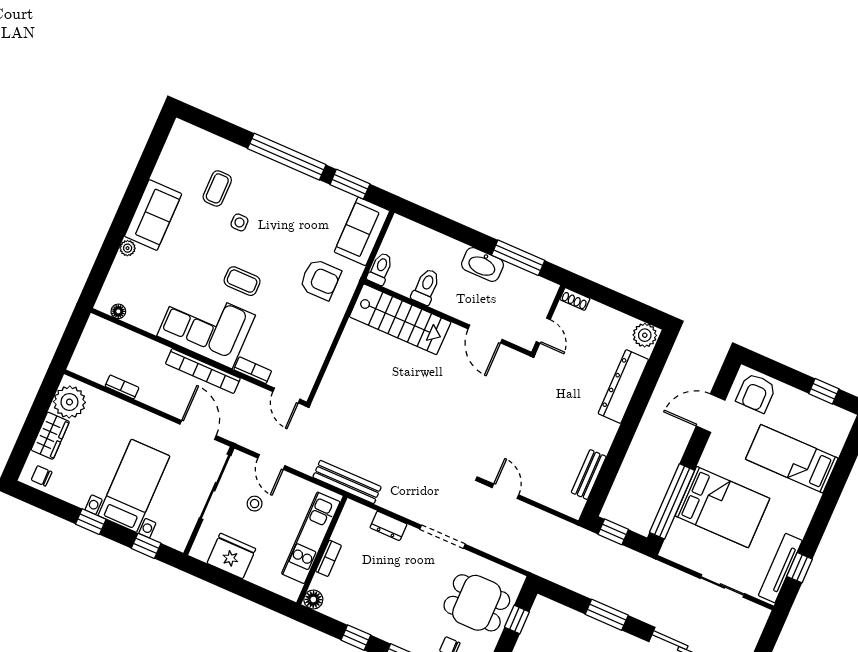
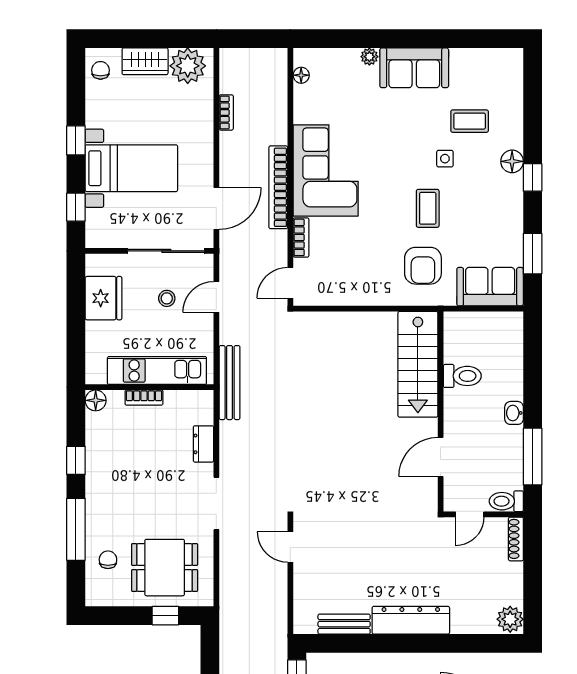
window: (287, 157) -> (533, 177), width x0.32
floor lamp: (266, 168) -> (512, 161), added
washbasin: (482, 265) -> (514, 413), width x0.52, depth x0.69
toilet: (380, 269) -> (506, 501), moved, turned 180
coffee table: (242, 281) -> (428, 208), moved
shoe rack: (575, 299) -> (516, 539), width x1.43
dresser: (623, 386) -> (411, 620), moved
door: (505, 491) -> (290, 547), swing flipped
dining table: (477, 603) -> (165, 568), turned 90

